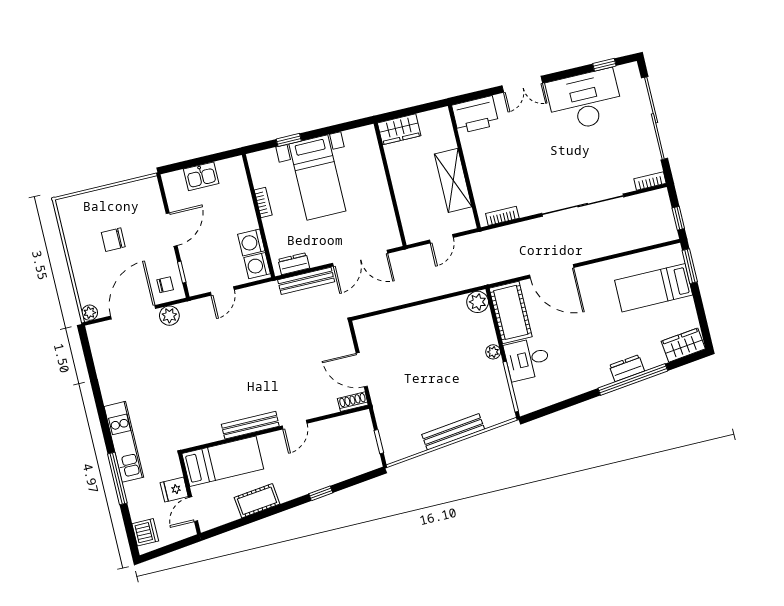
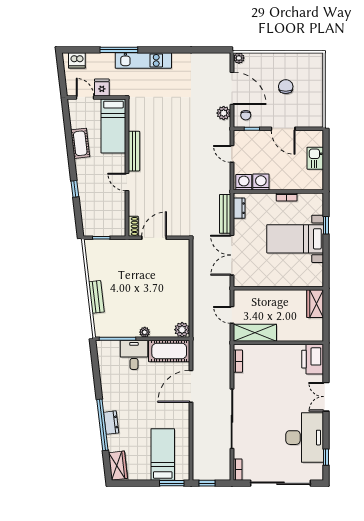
shelving: (453, 180) -> (255, 333), moved
bench: (453, 432) -> (96, 297), width x0.73

